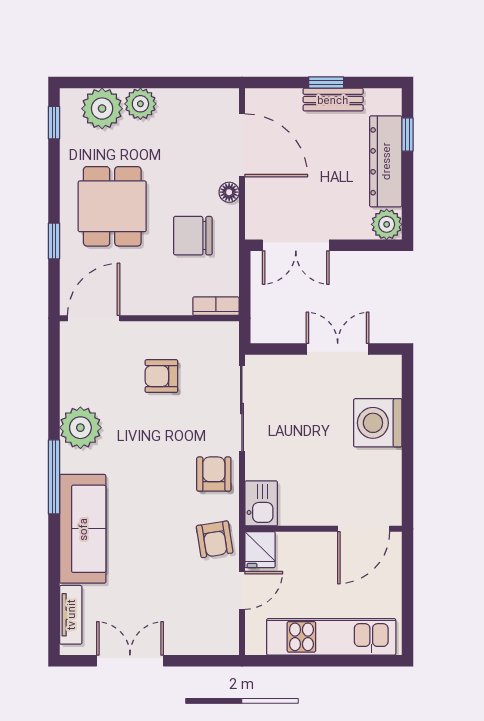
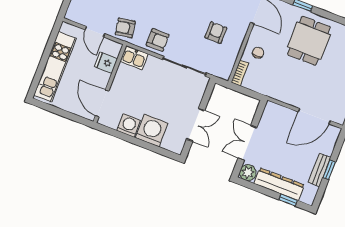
floor lamp: (229, 192) -> (294, 101), removed
dining table: (112, 206) -> (309, 41), turned 90
chair: (193, 236) -> (258, 53), moved, width x0.54, depth x0.54
double door: (296, 245) -> (247, 143), moved
washing machine: (384, 467) -> (129, 125), added
fridge: (260, 550) -> (106, 63), moved

